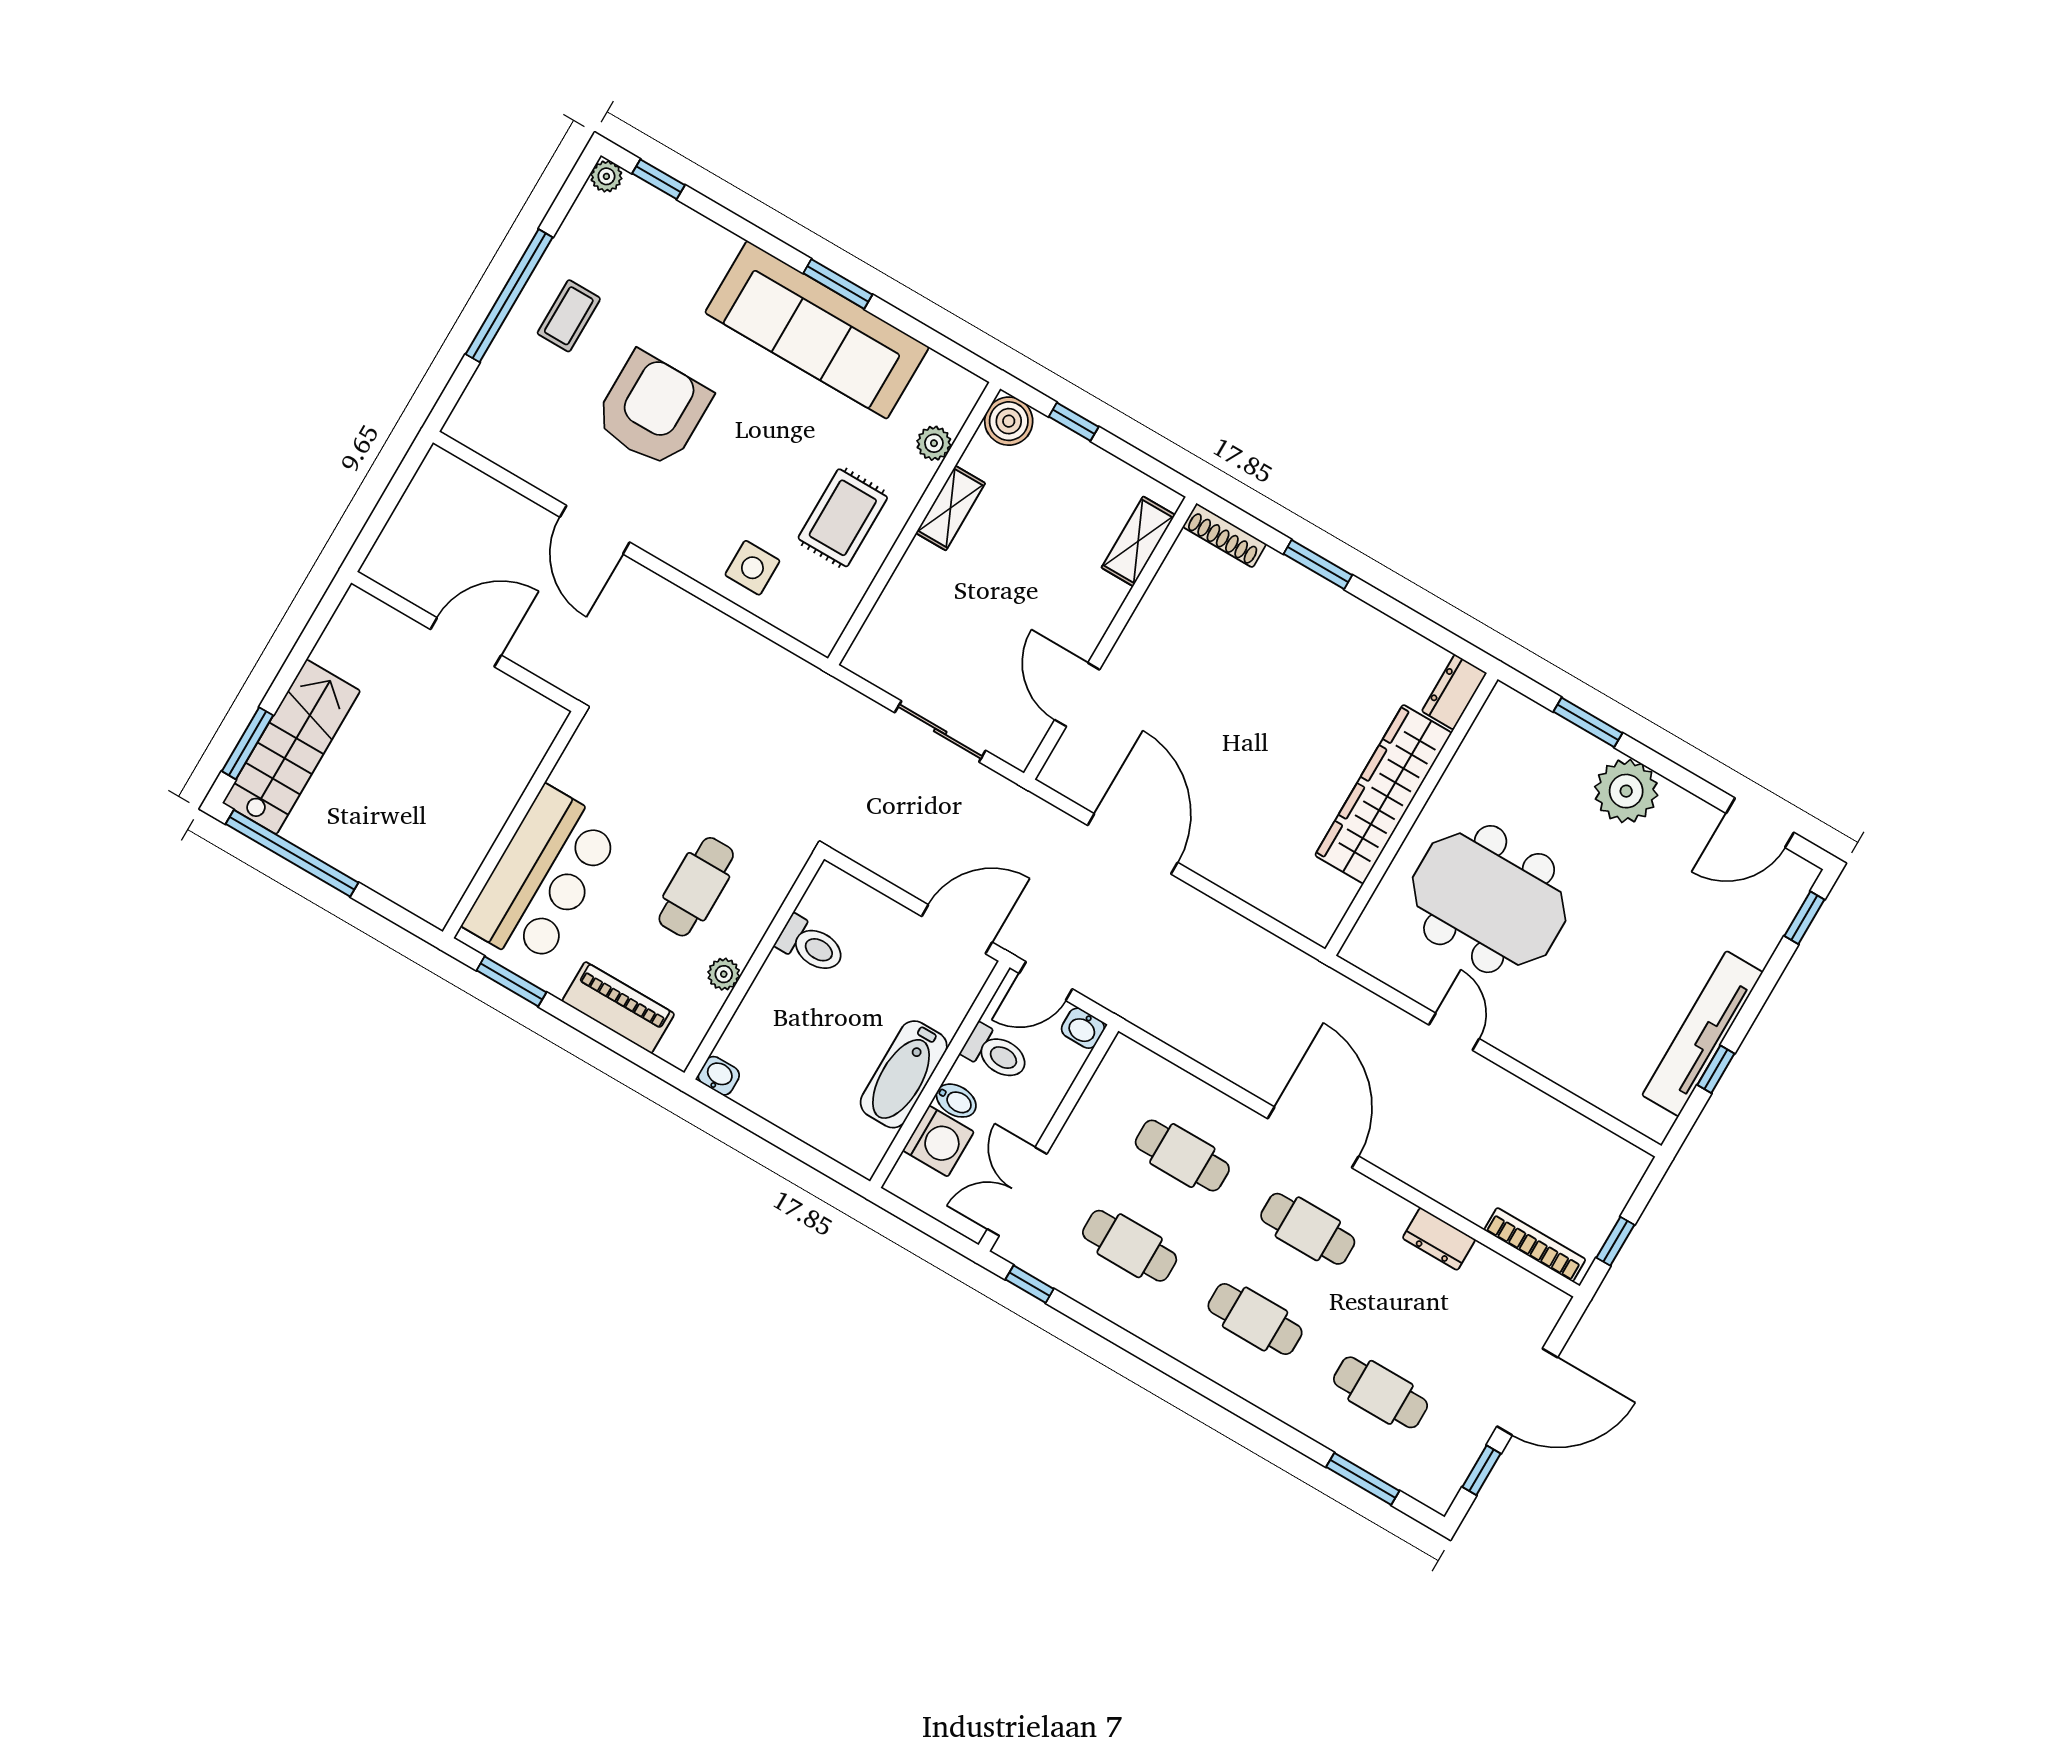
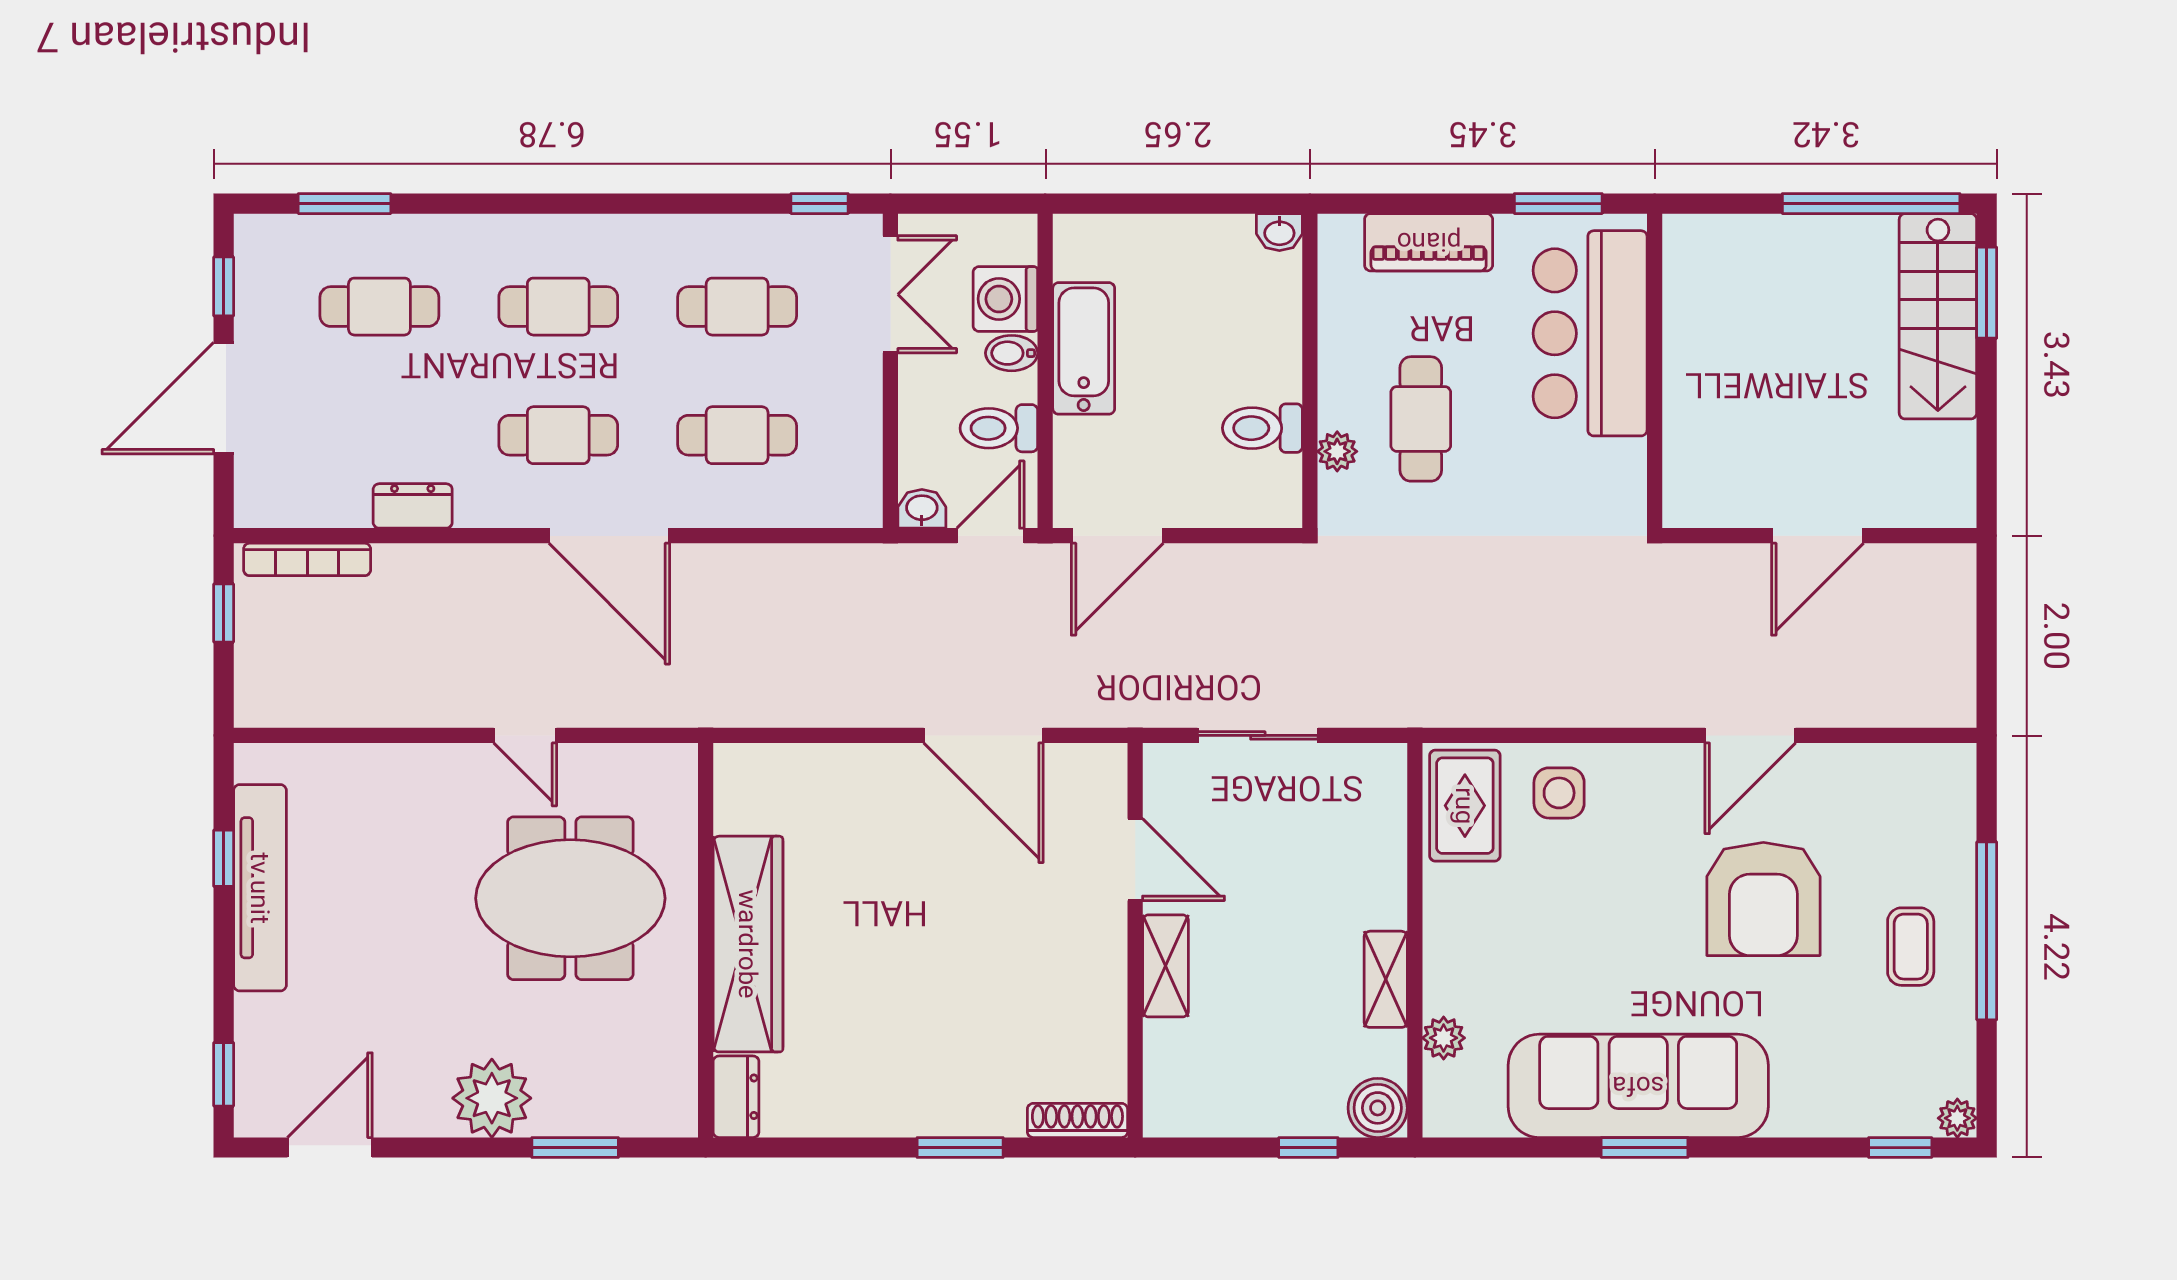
rug: (843, 518) -> (1465, 806), moved
door: (595, 530) -> (1750, 735), swing flipped
shelving: (1138, 541) -> (1166, 966), moved
plant: (724, 974) -> (1337, 451), moved

